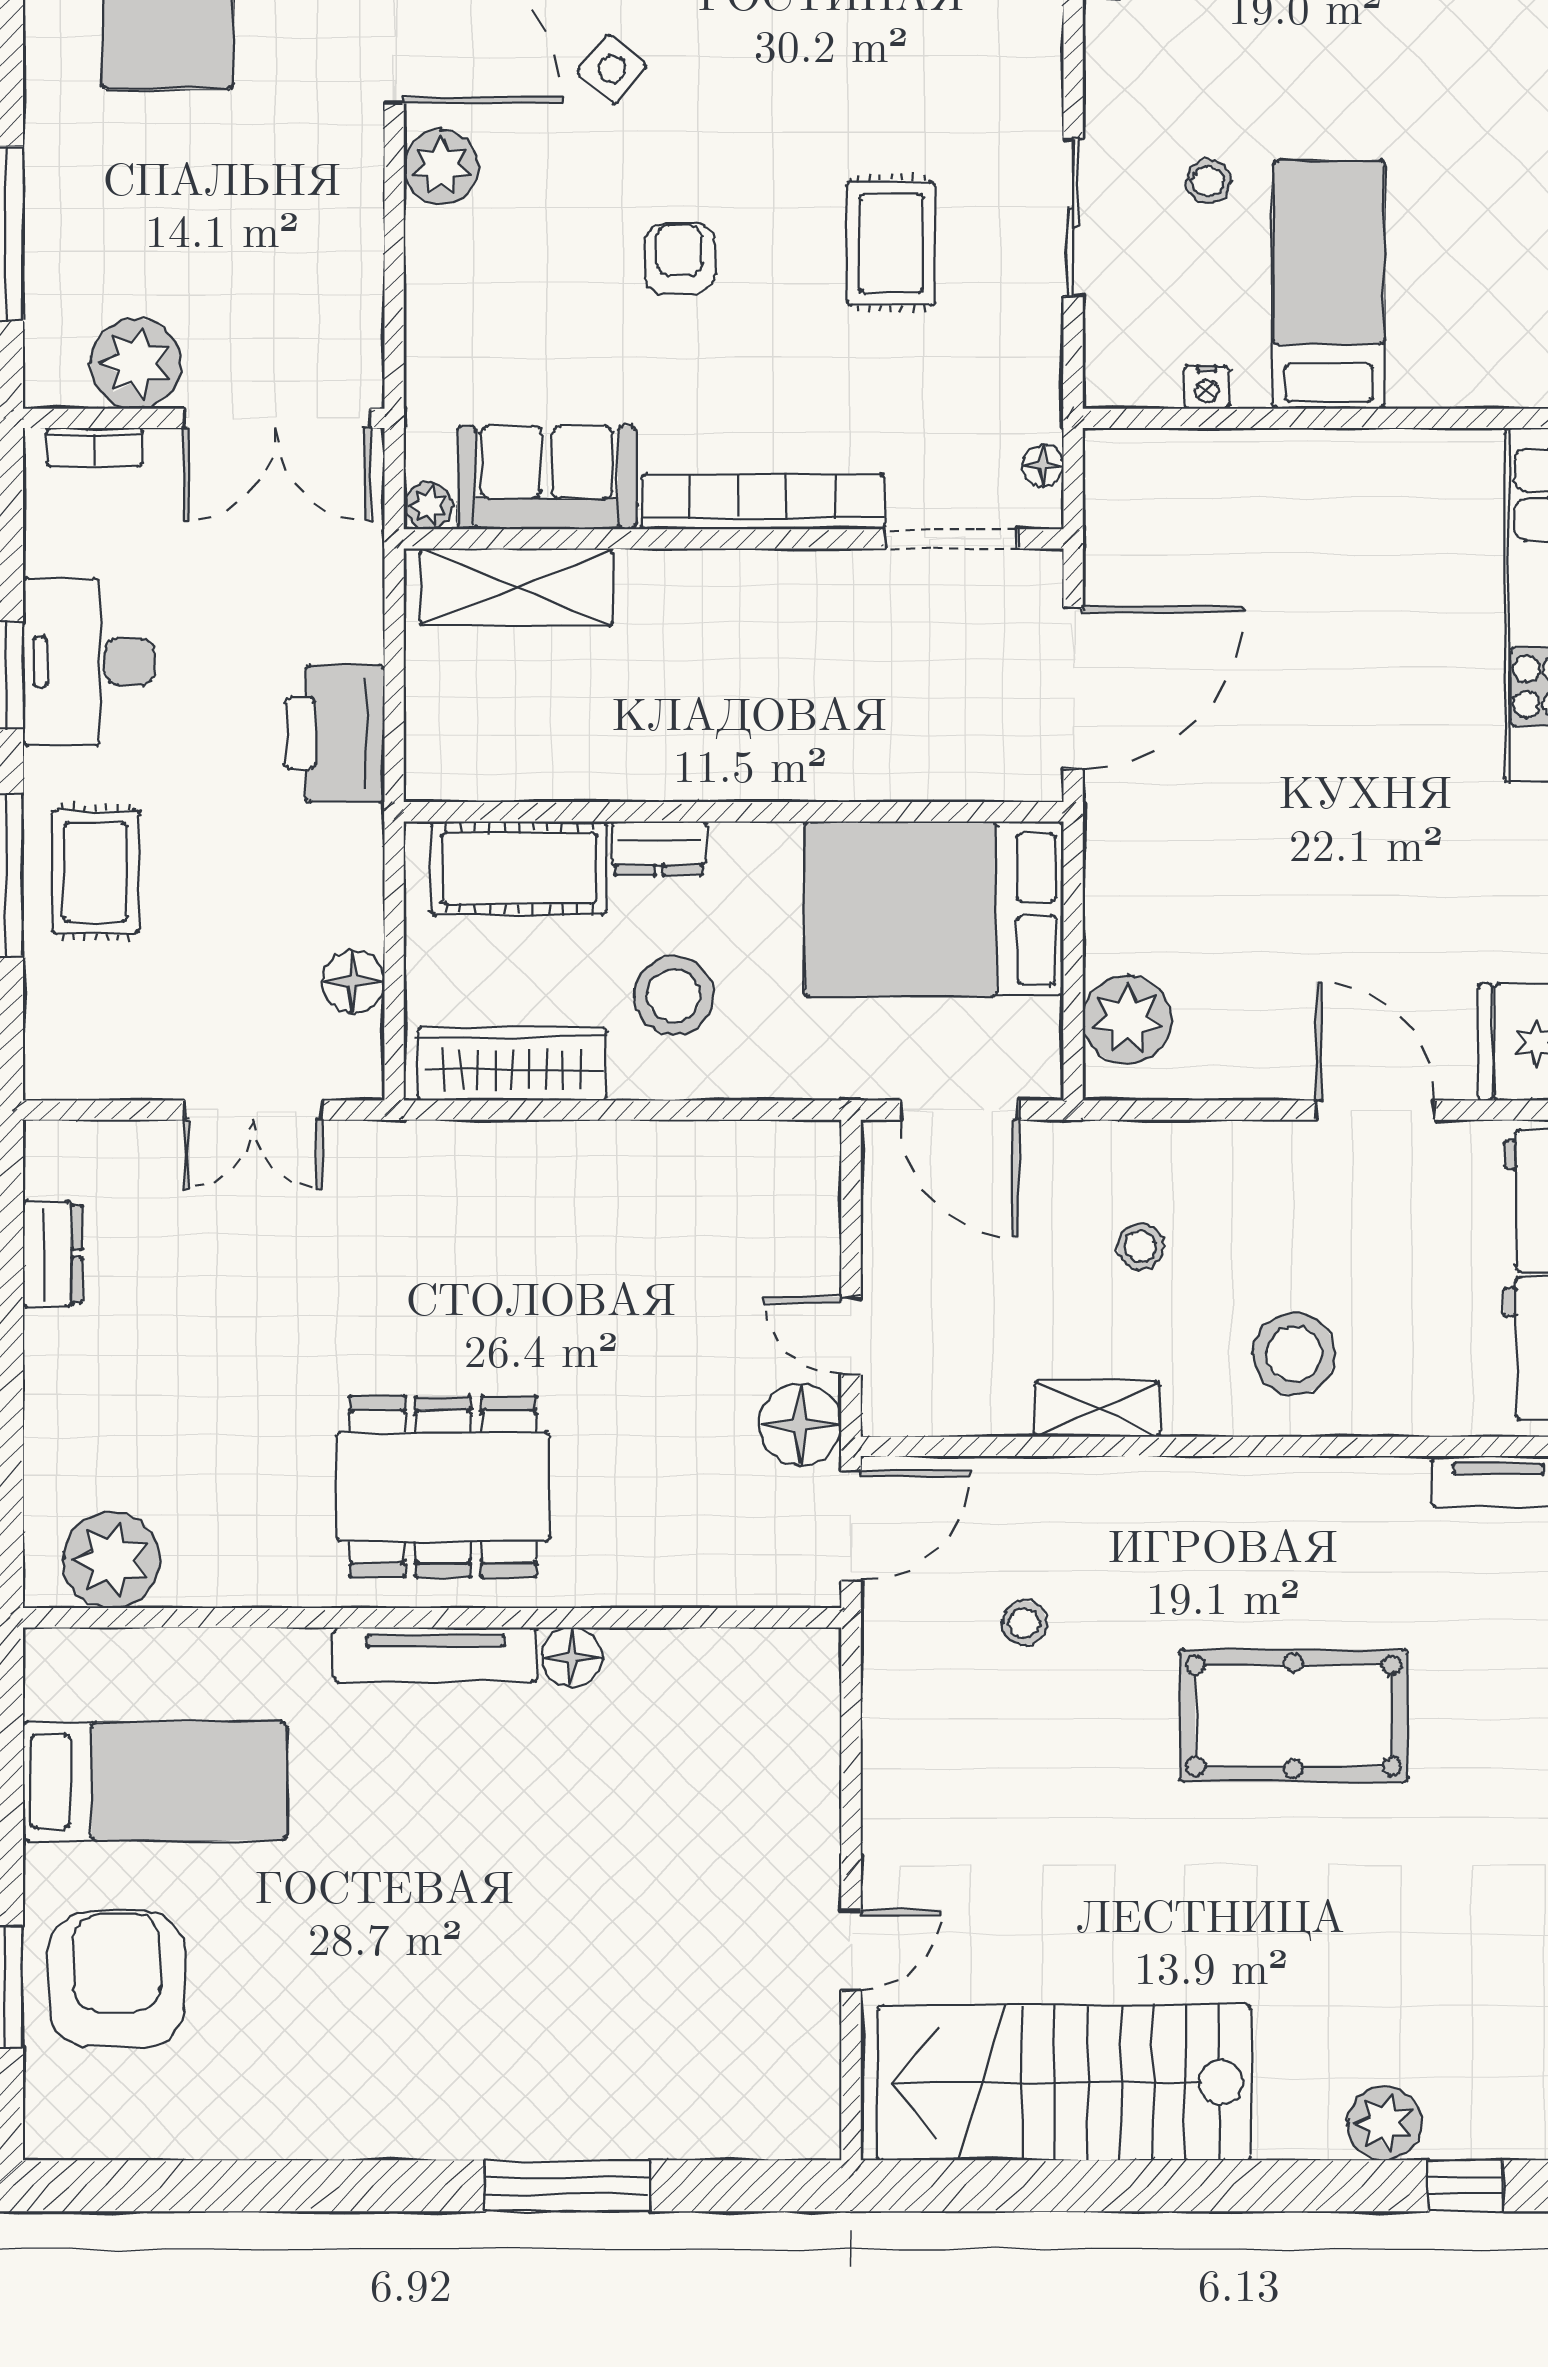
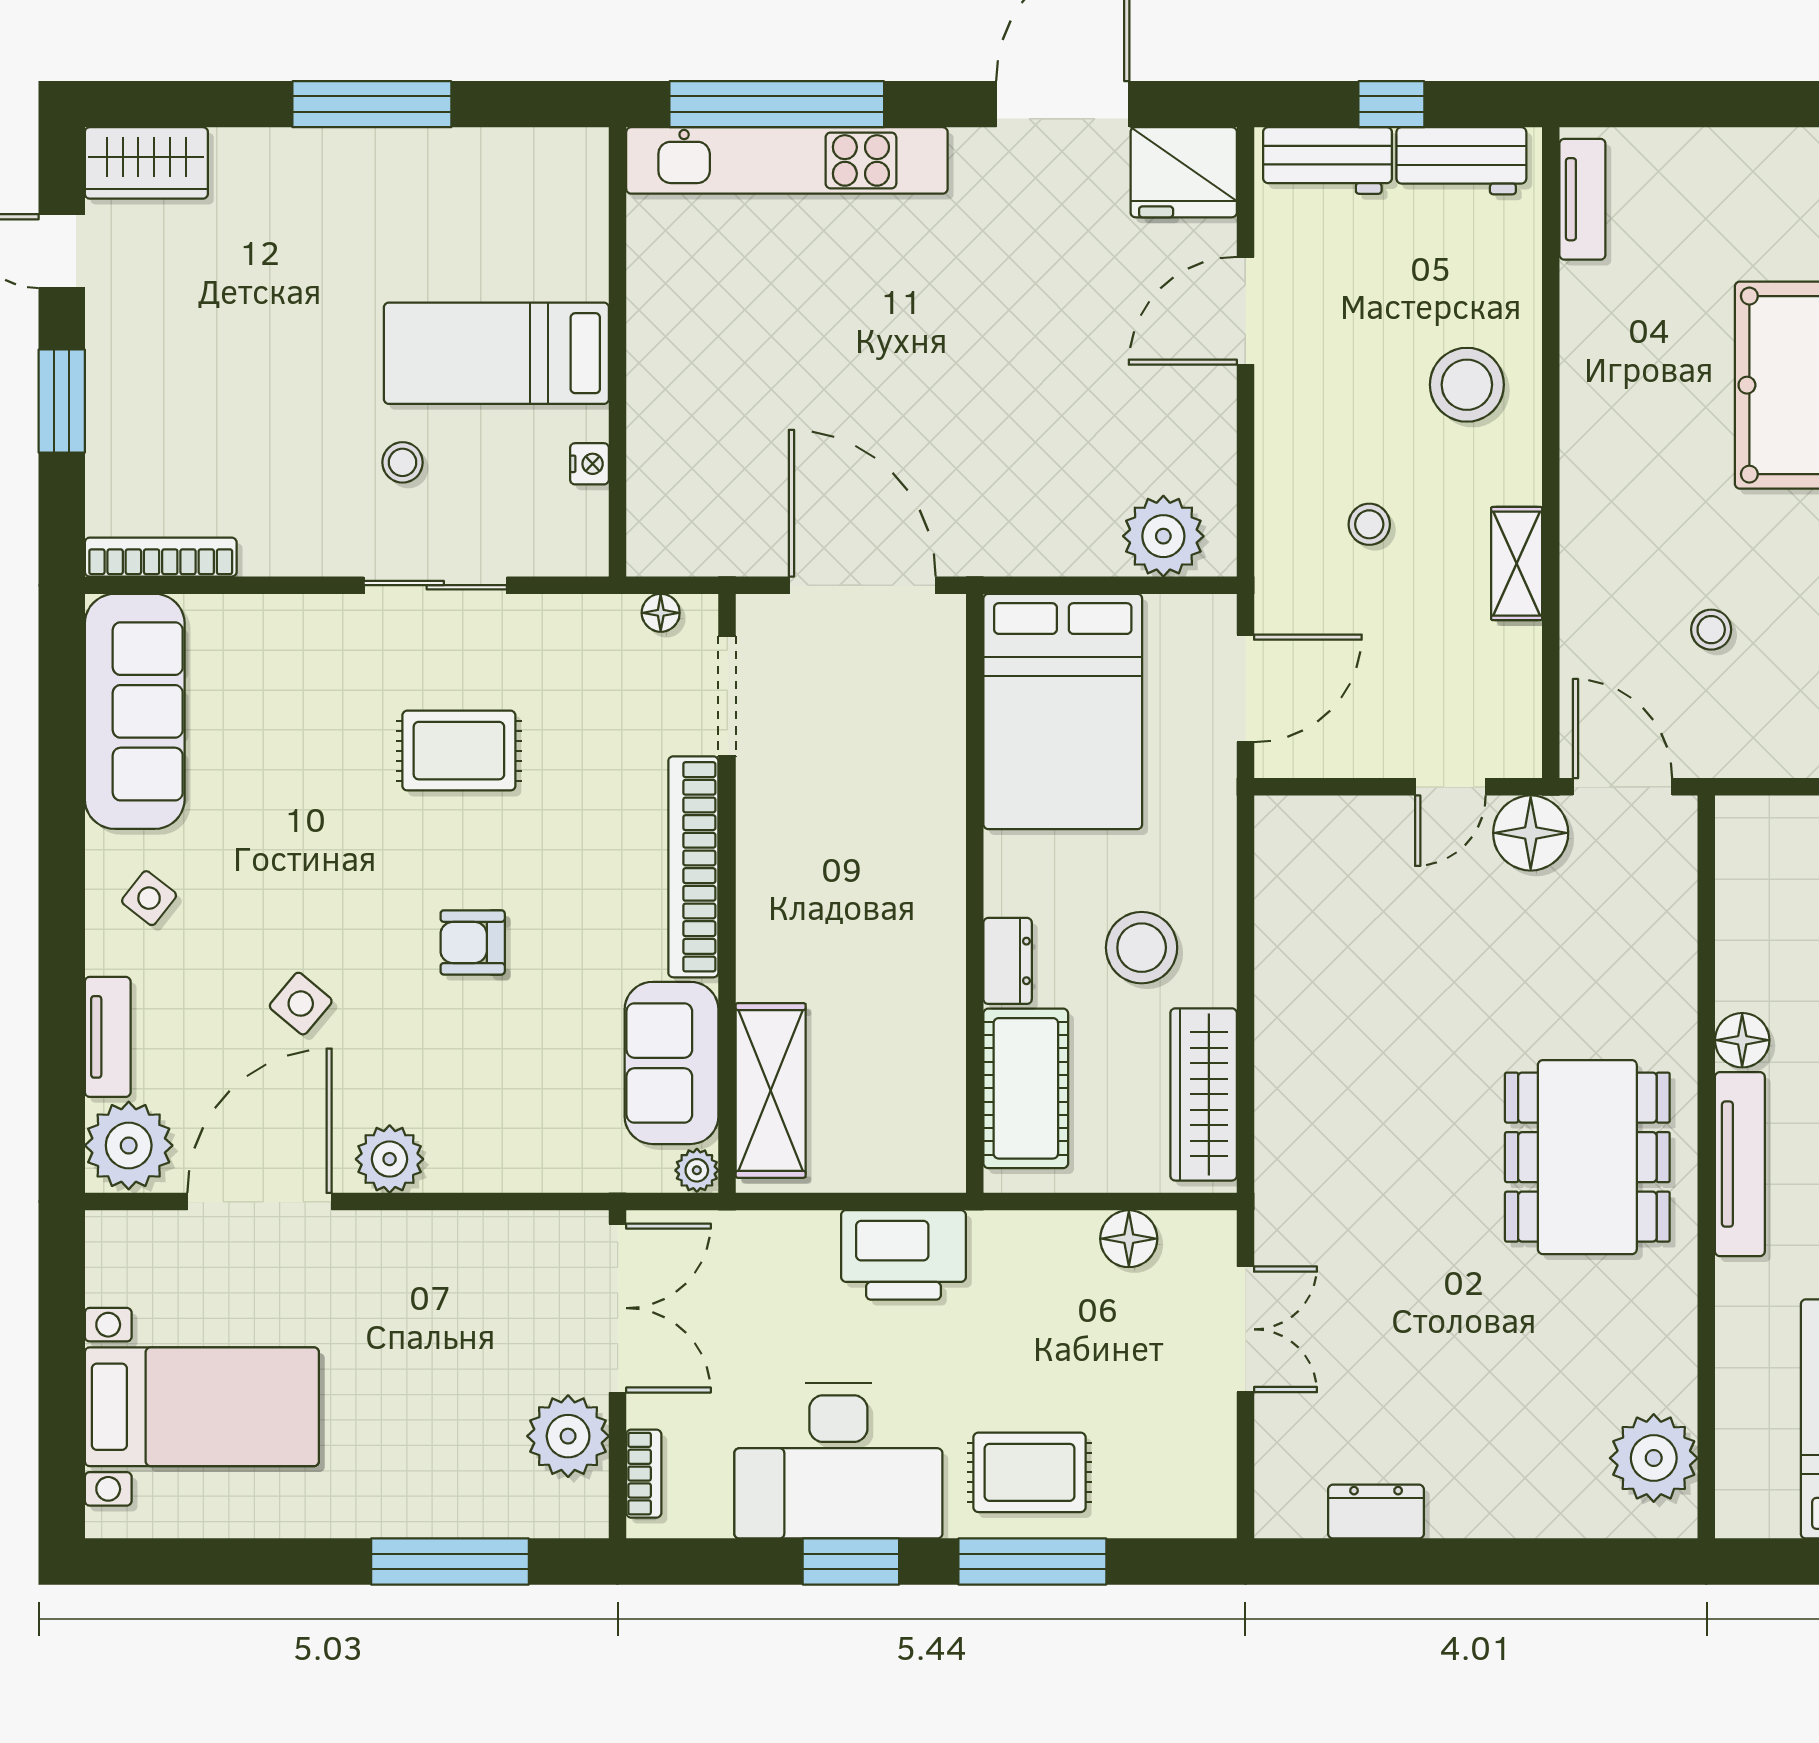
desk: (89, 662) -> (838, 1461), width x1.36, depth x1.30

